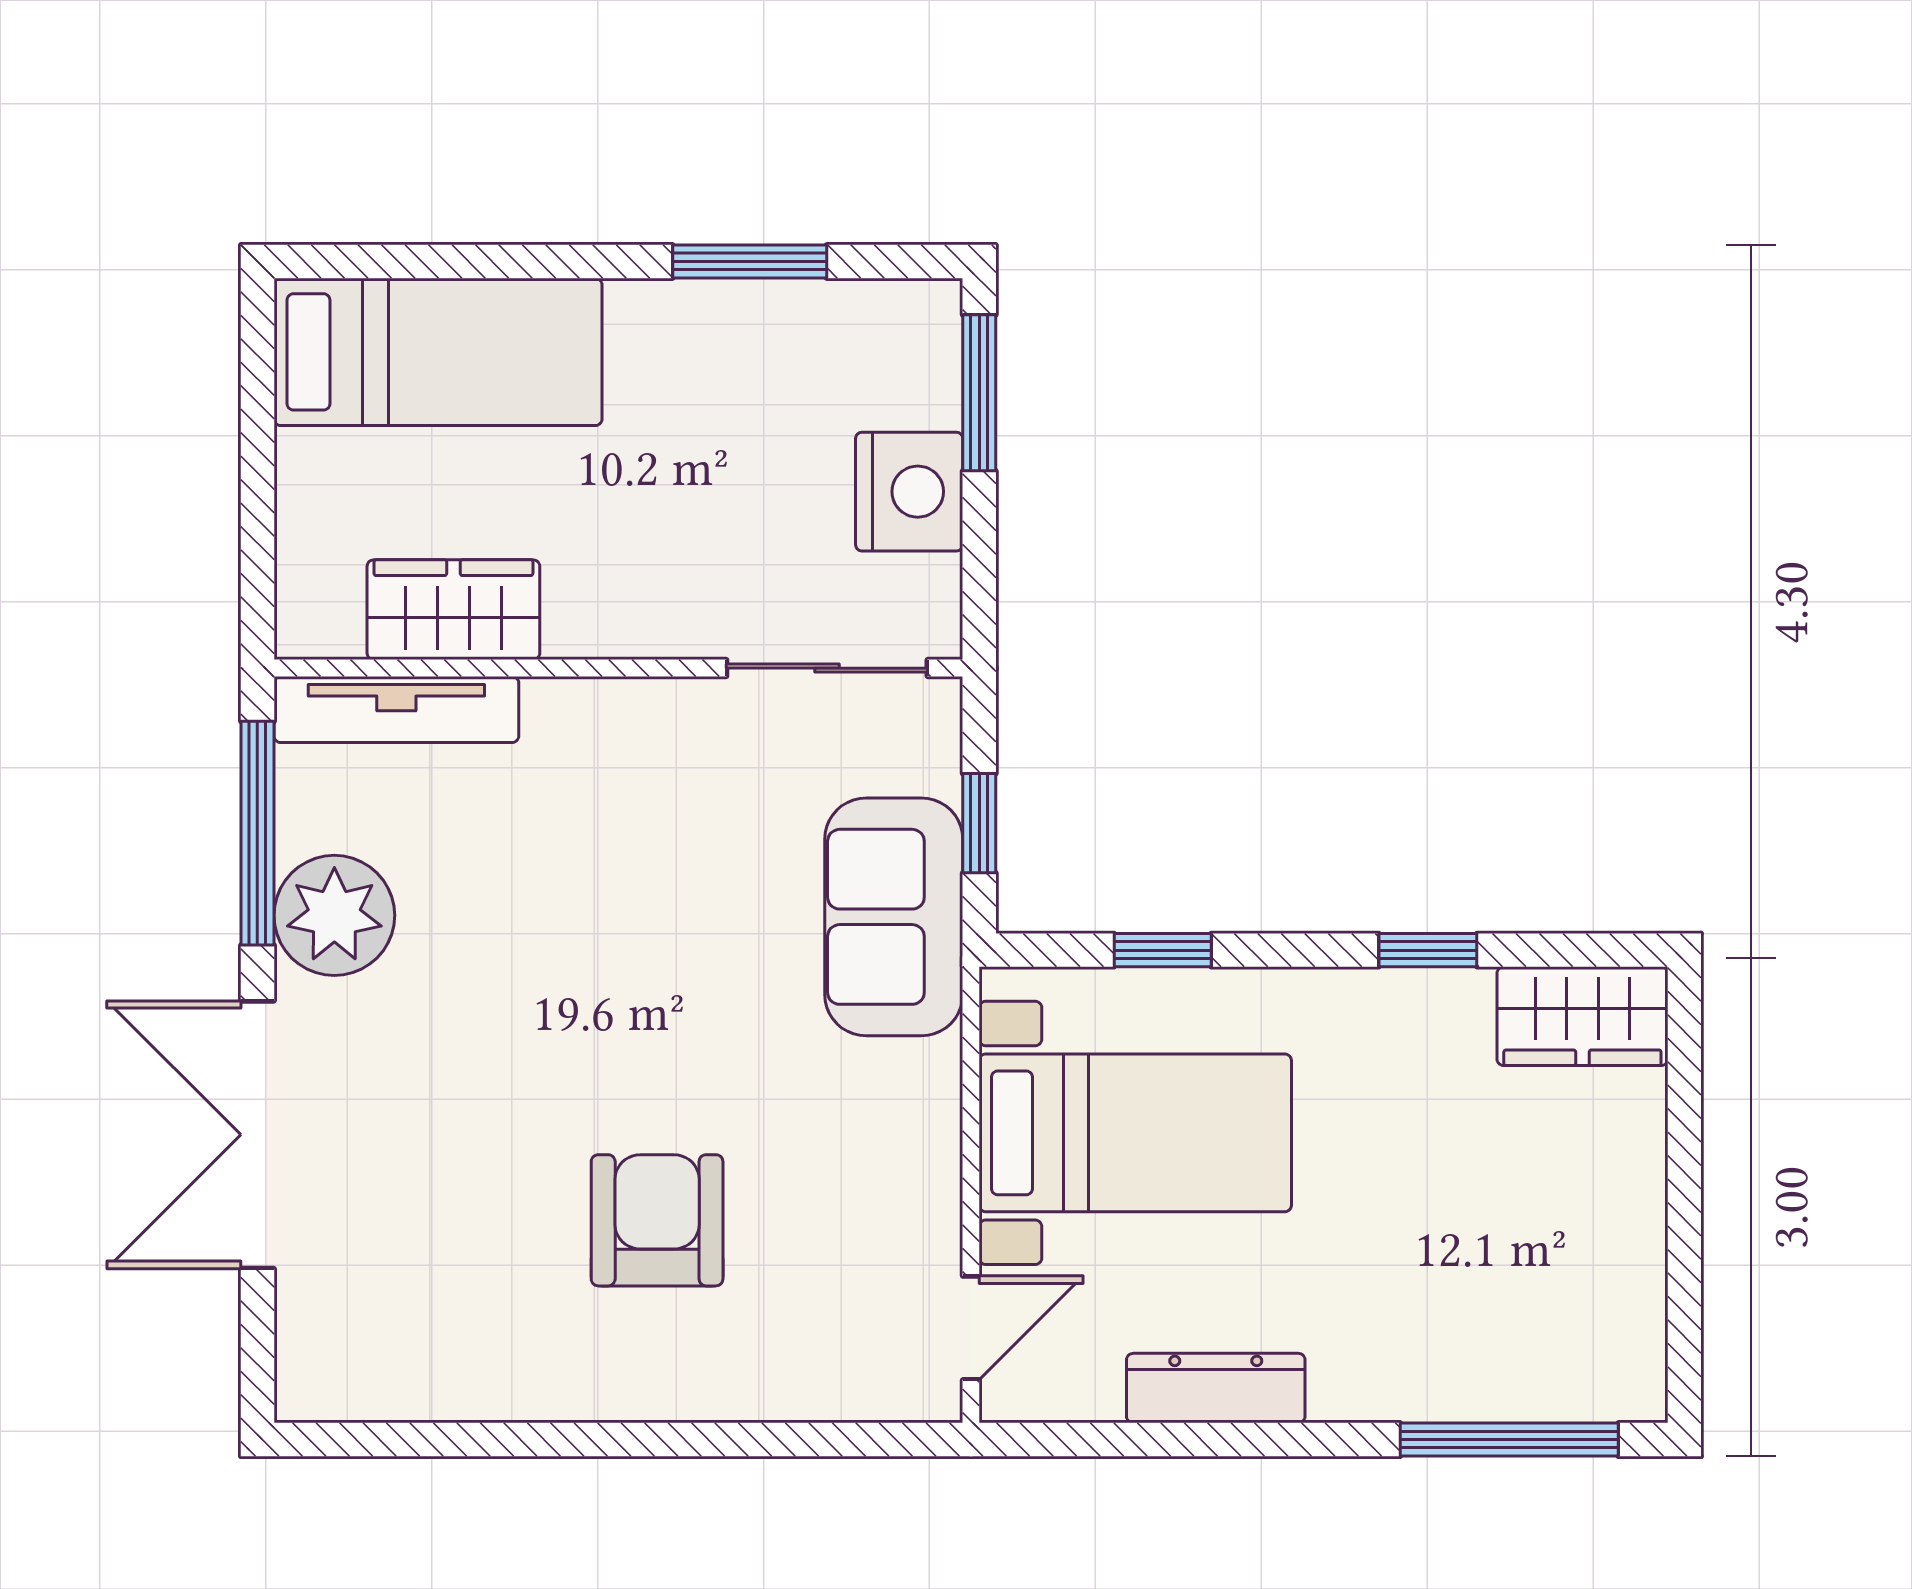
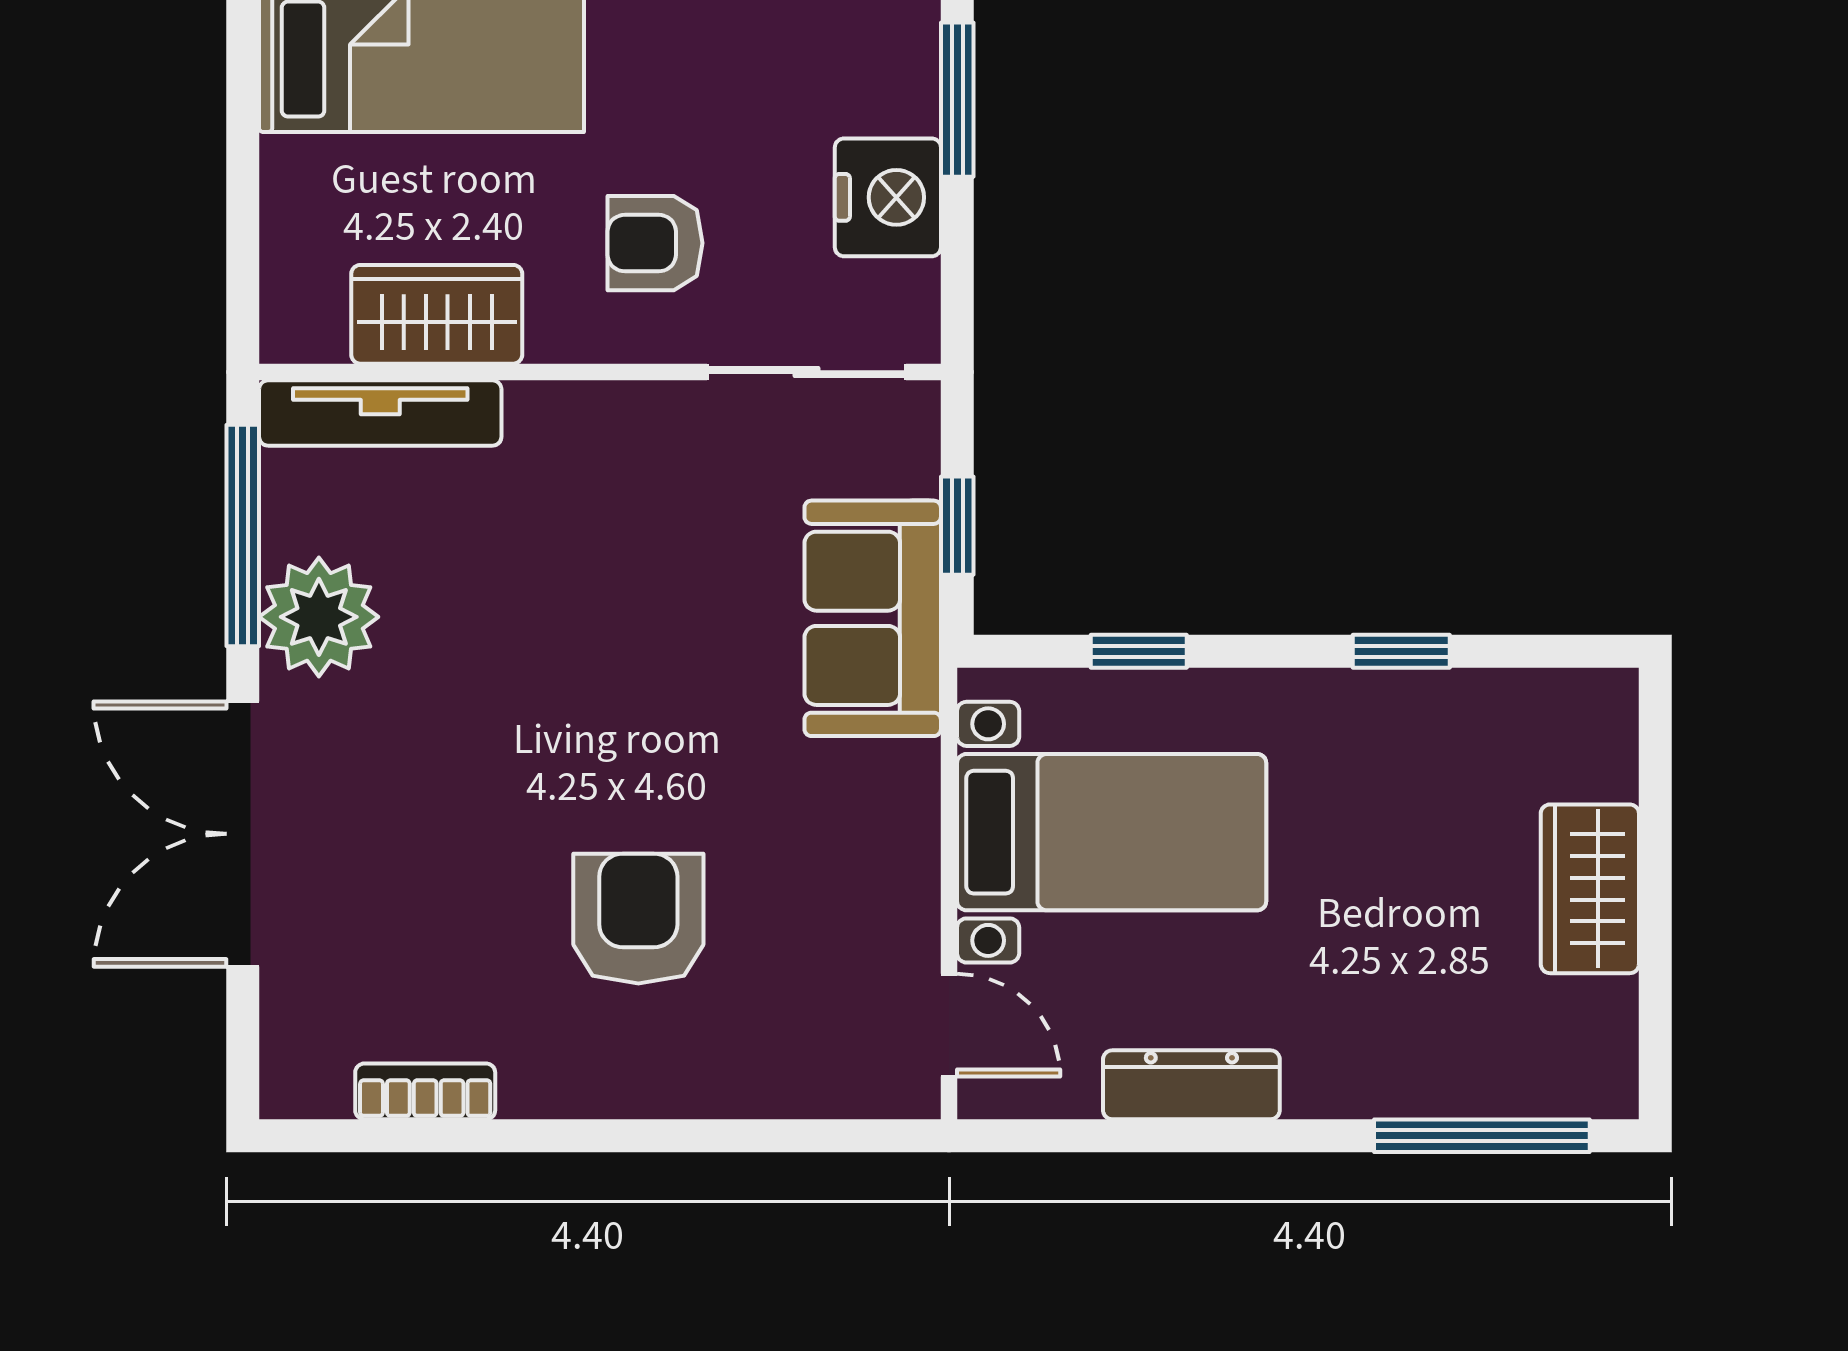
armchair: (674, 538) -> (655, 243), added
wardrobe: (1582, 1016) -> (1590, 889), moved, turned 90
door: (971, 1328) -> (949, 1025), hinge flipped
bookcase: (442, 1395) -> (425, 1091), added

